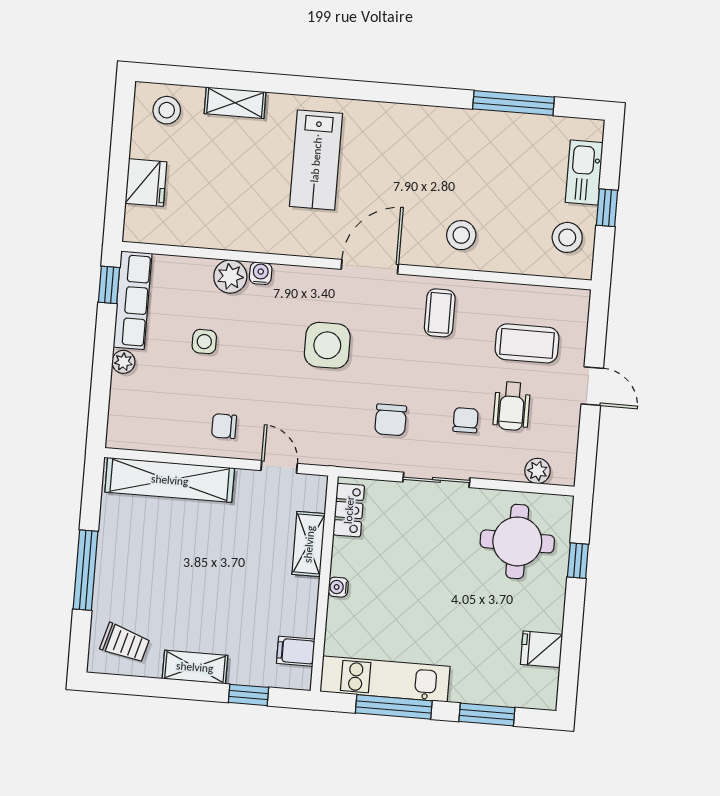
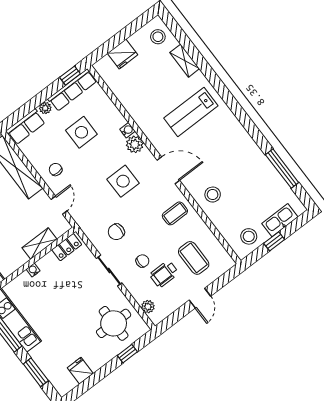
plant: (230, 277) -> (135, 144), moved
side table: (204, 342) -> (81, 132), width x1.87, depth x1.87
row of seats: (125, 414) -> (26, 127), added

